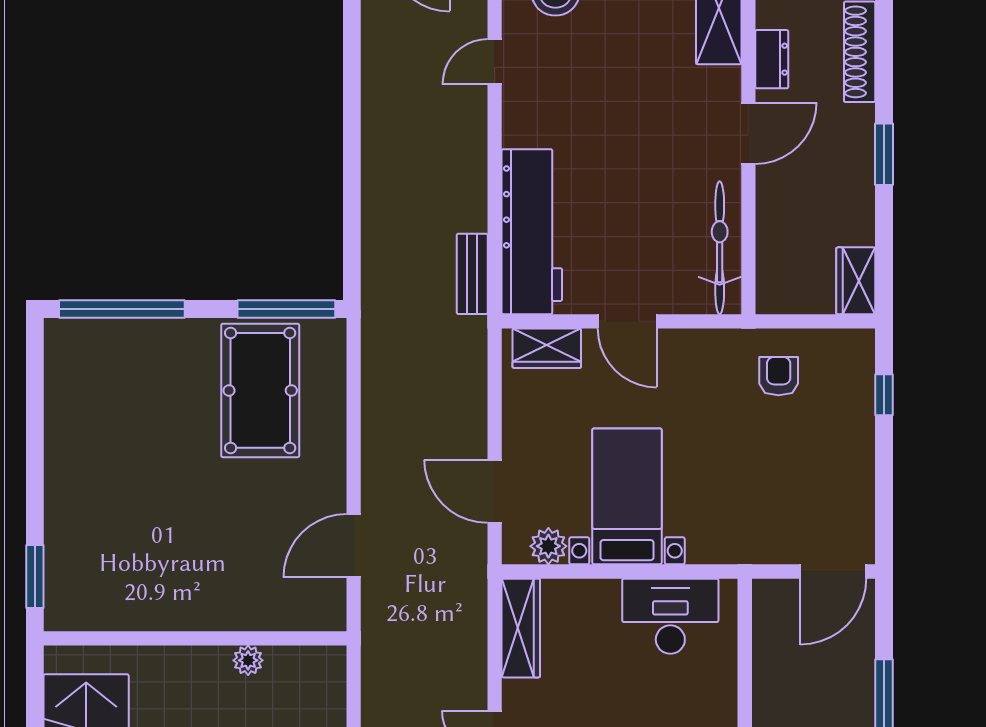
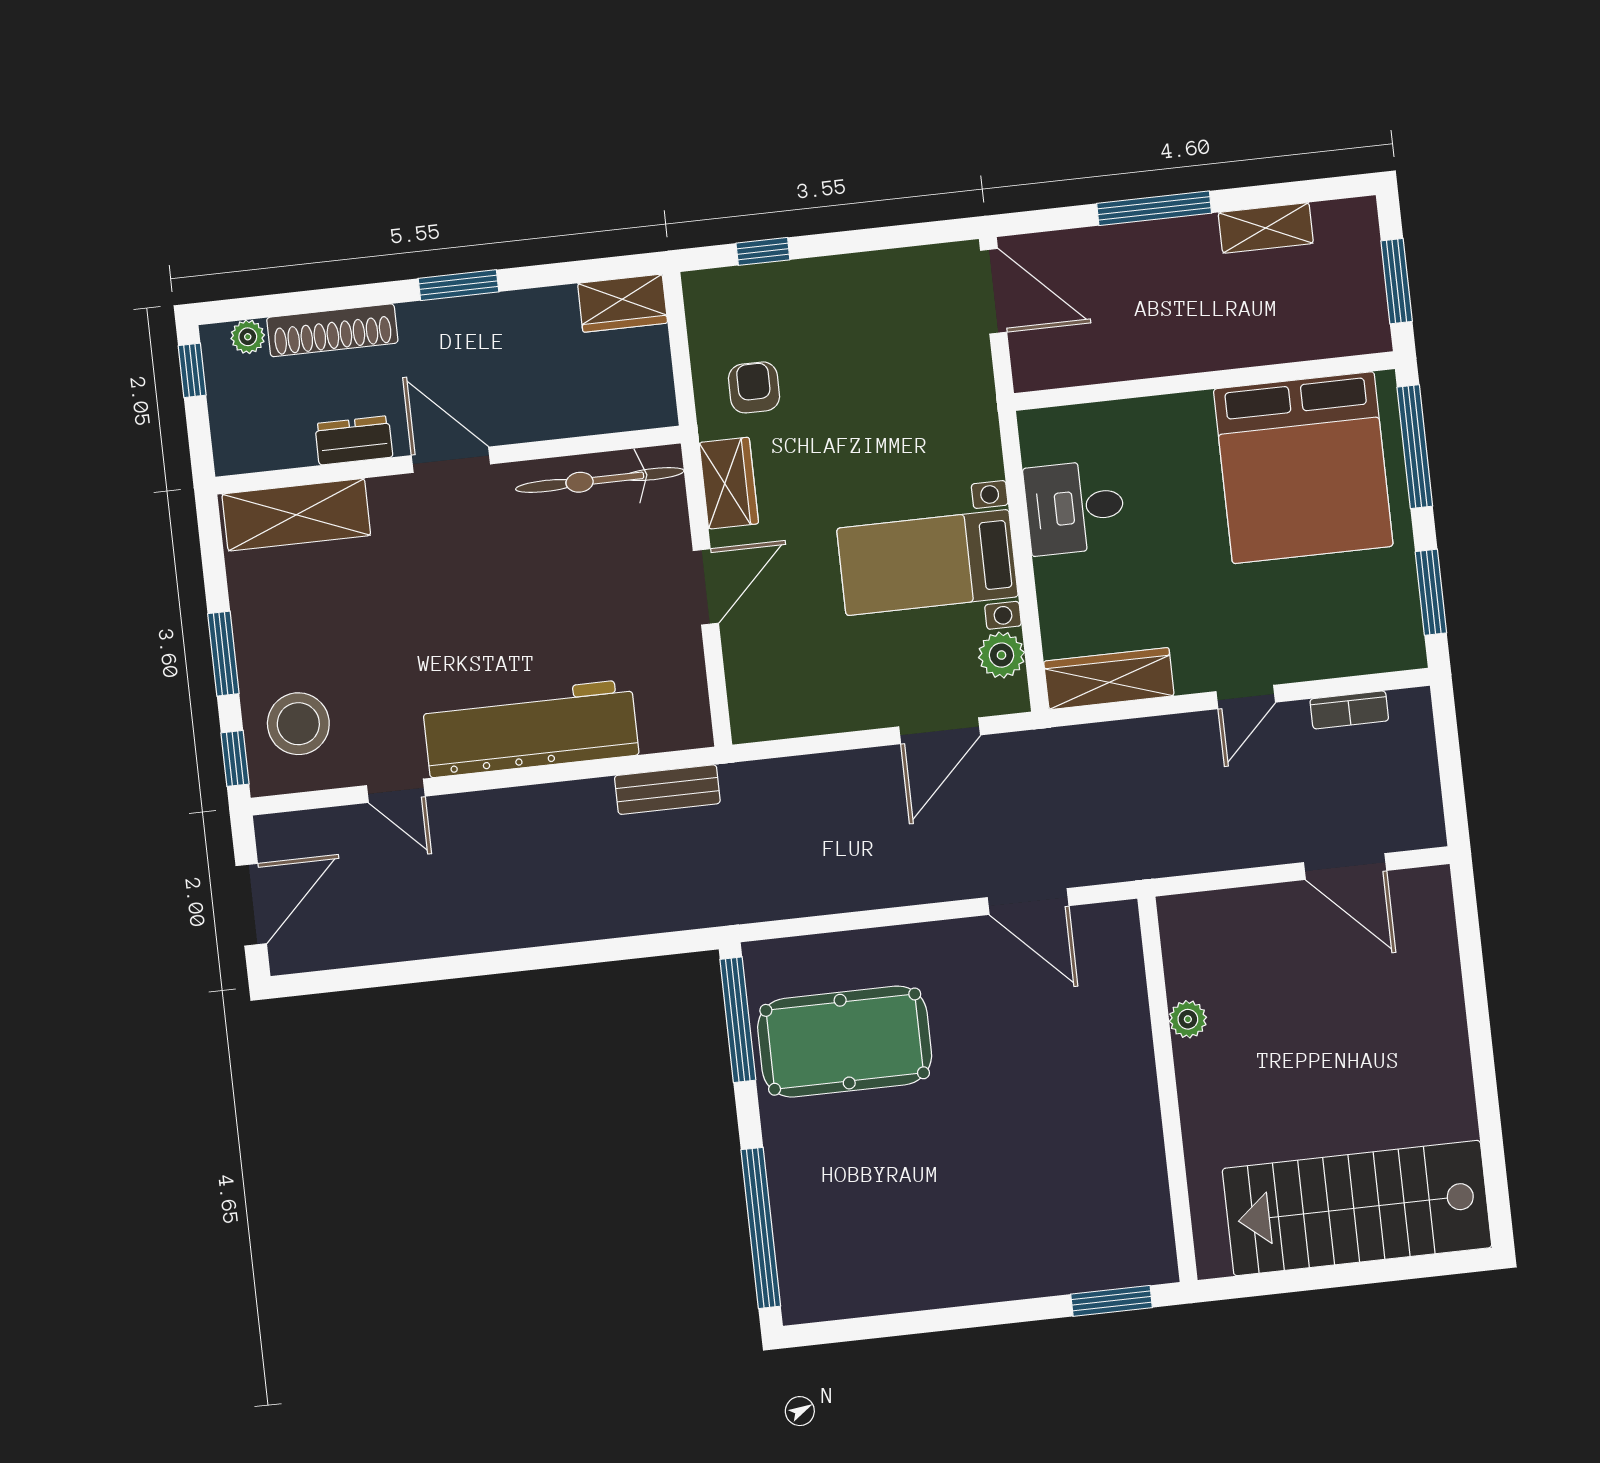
workbench: (532, 232) -> (531, 728), moved
wardrobe: (547, 348) -> (729, 483), moved
armchair: (779, 376) -> (754, 387), turned 90
desk: (670, 616) -> (1075, 507), width x0.73

